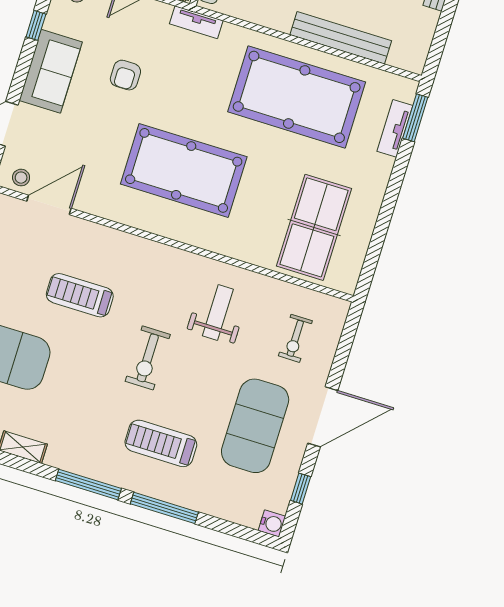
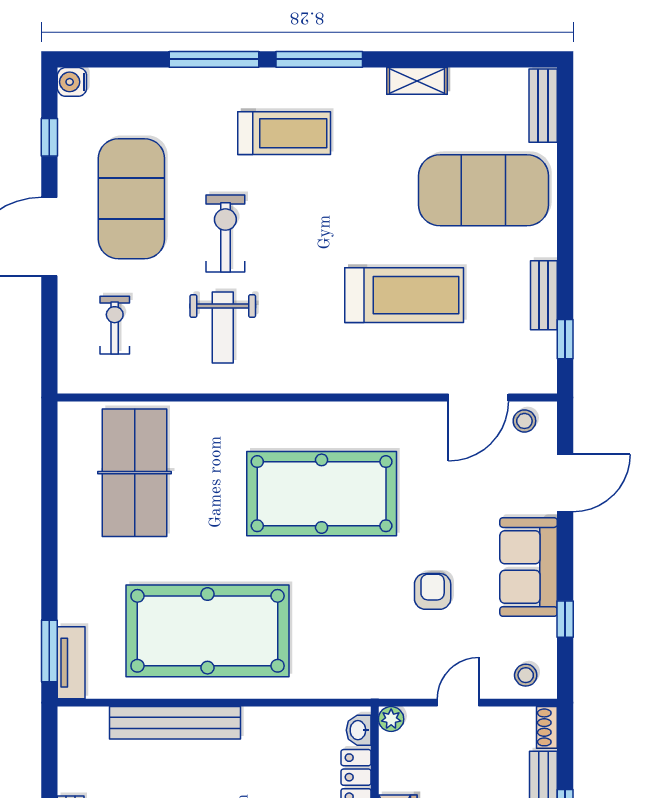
tv unit: (196, 22) -> (364, 686), removed
tv unit: (395, 128) -> (71, 663), moved
treadmill: (80, 295) -> (404, 295), width x1.37, depth x1.38
exercise bike: (148, 358) -> (225, 233), moved
treadmill: (161, 443) -> (284, 133), moved

